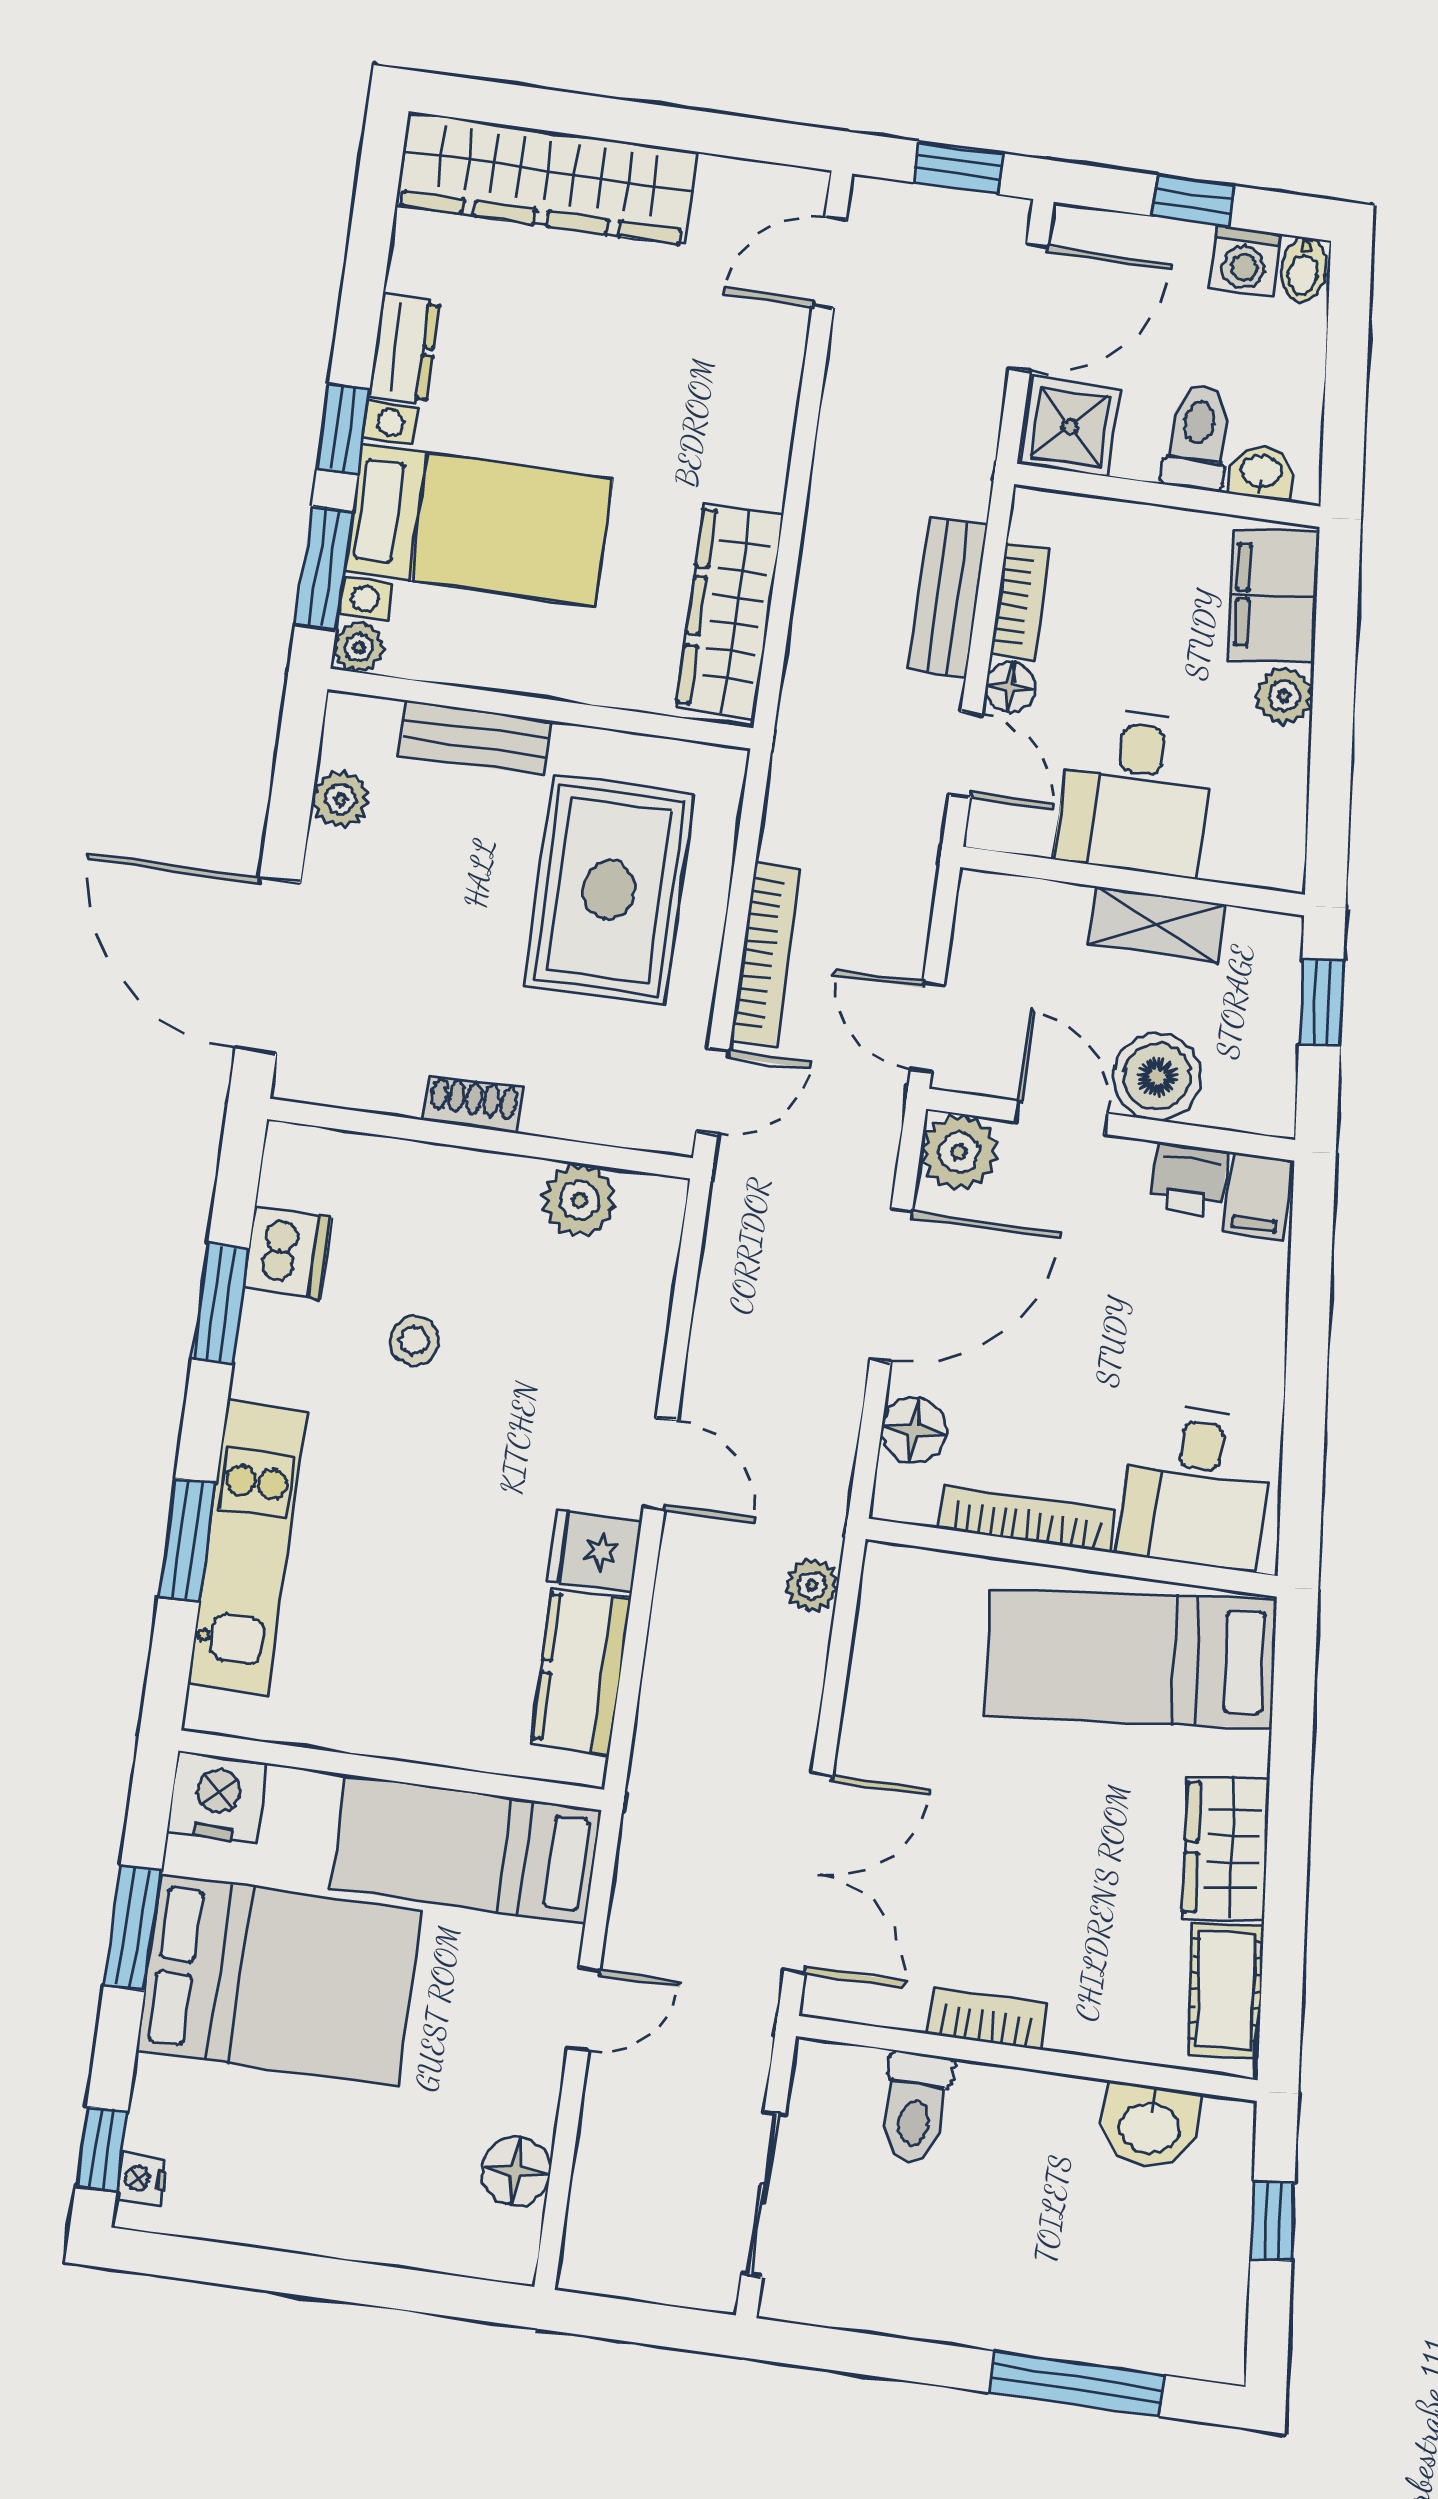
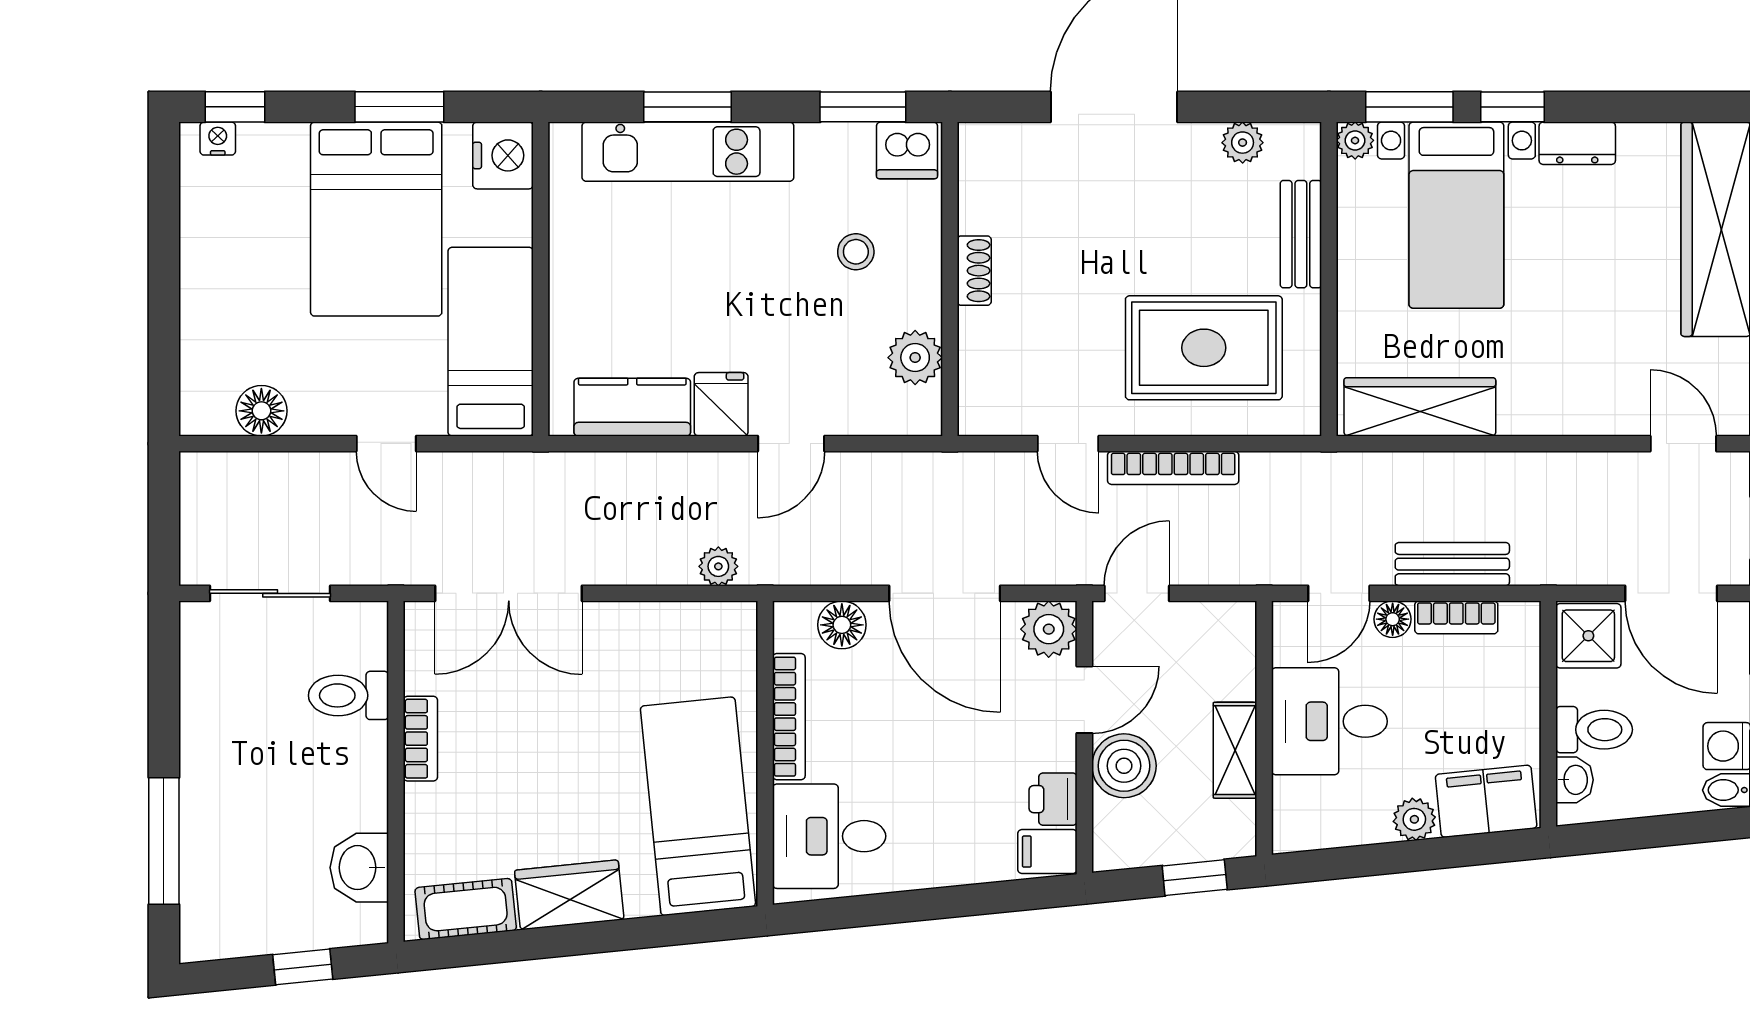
shoe rack: (473, 1104) -> (974, 271), moved
wall: (480, 1139) -> (950, 279), moved
plant: (579, 1200) -> (915, 358), moved

